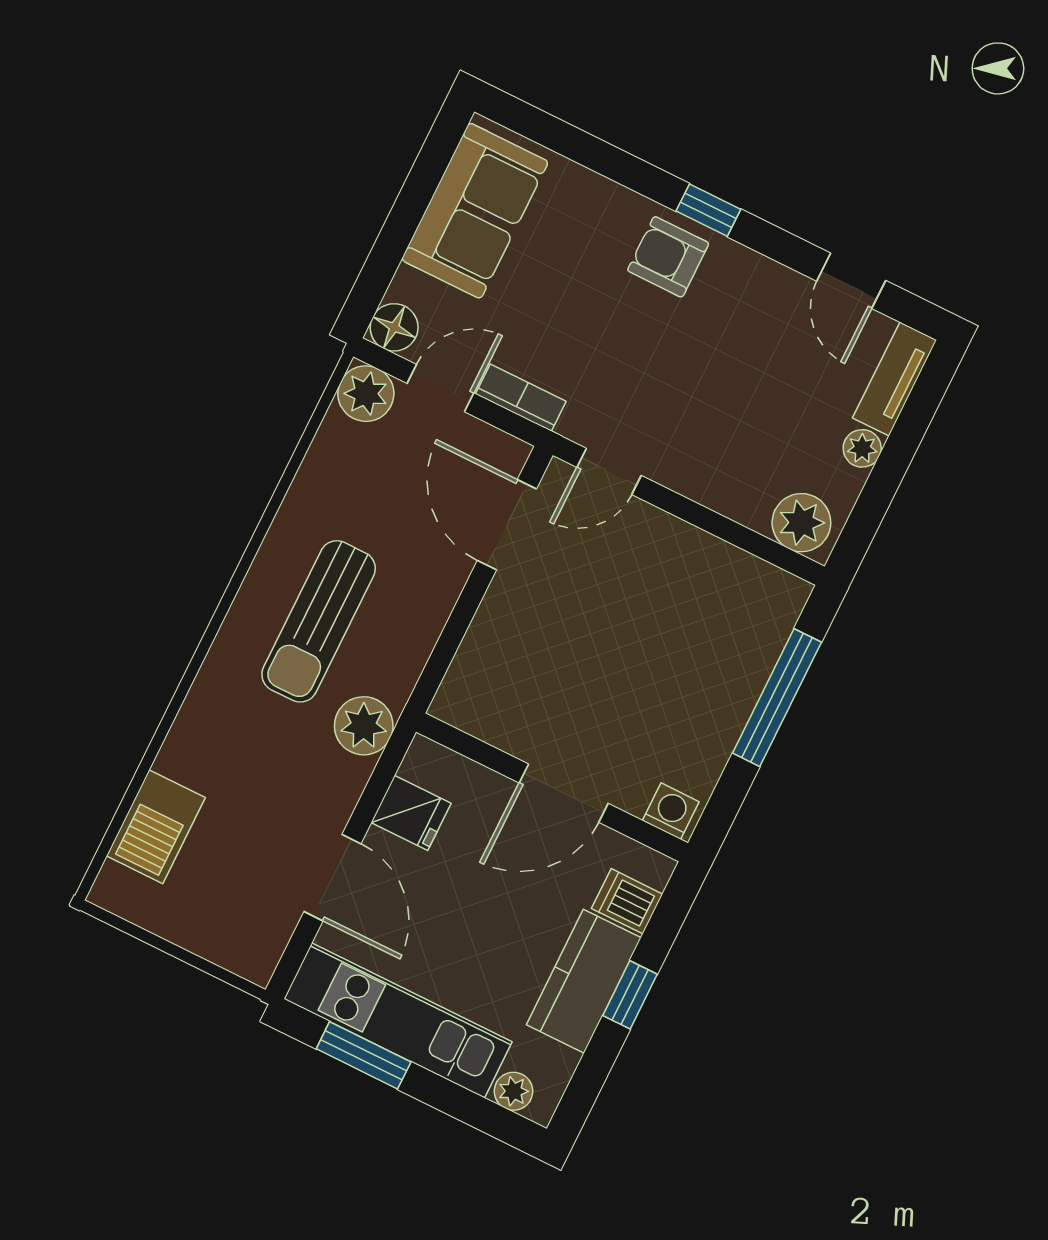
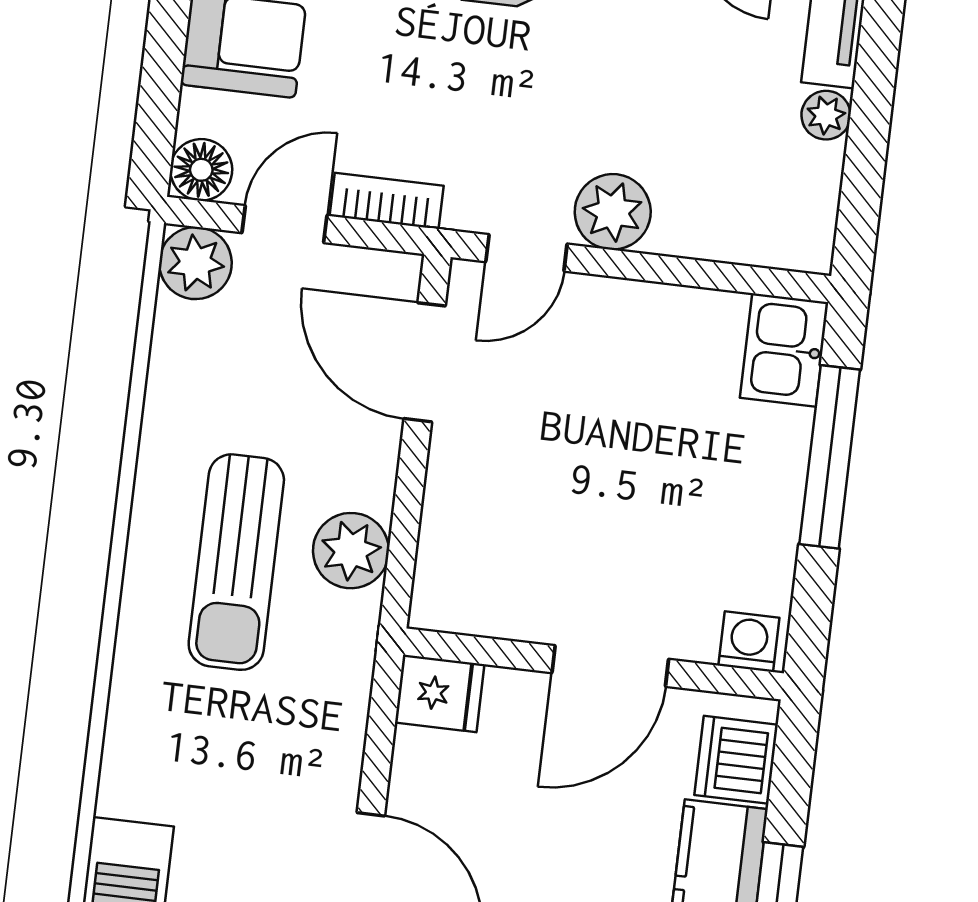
plant: (801, 523) -> (613, 212), moved
kitchen sink: (771, 608) -> (784, 350), added
plant: (364, 726) -> (351, 551), moved
fridge: (411, 813) -> (440, 693), moved
dishwasher: (627, 901) -> (736, 760), width x1.38

